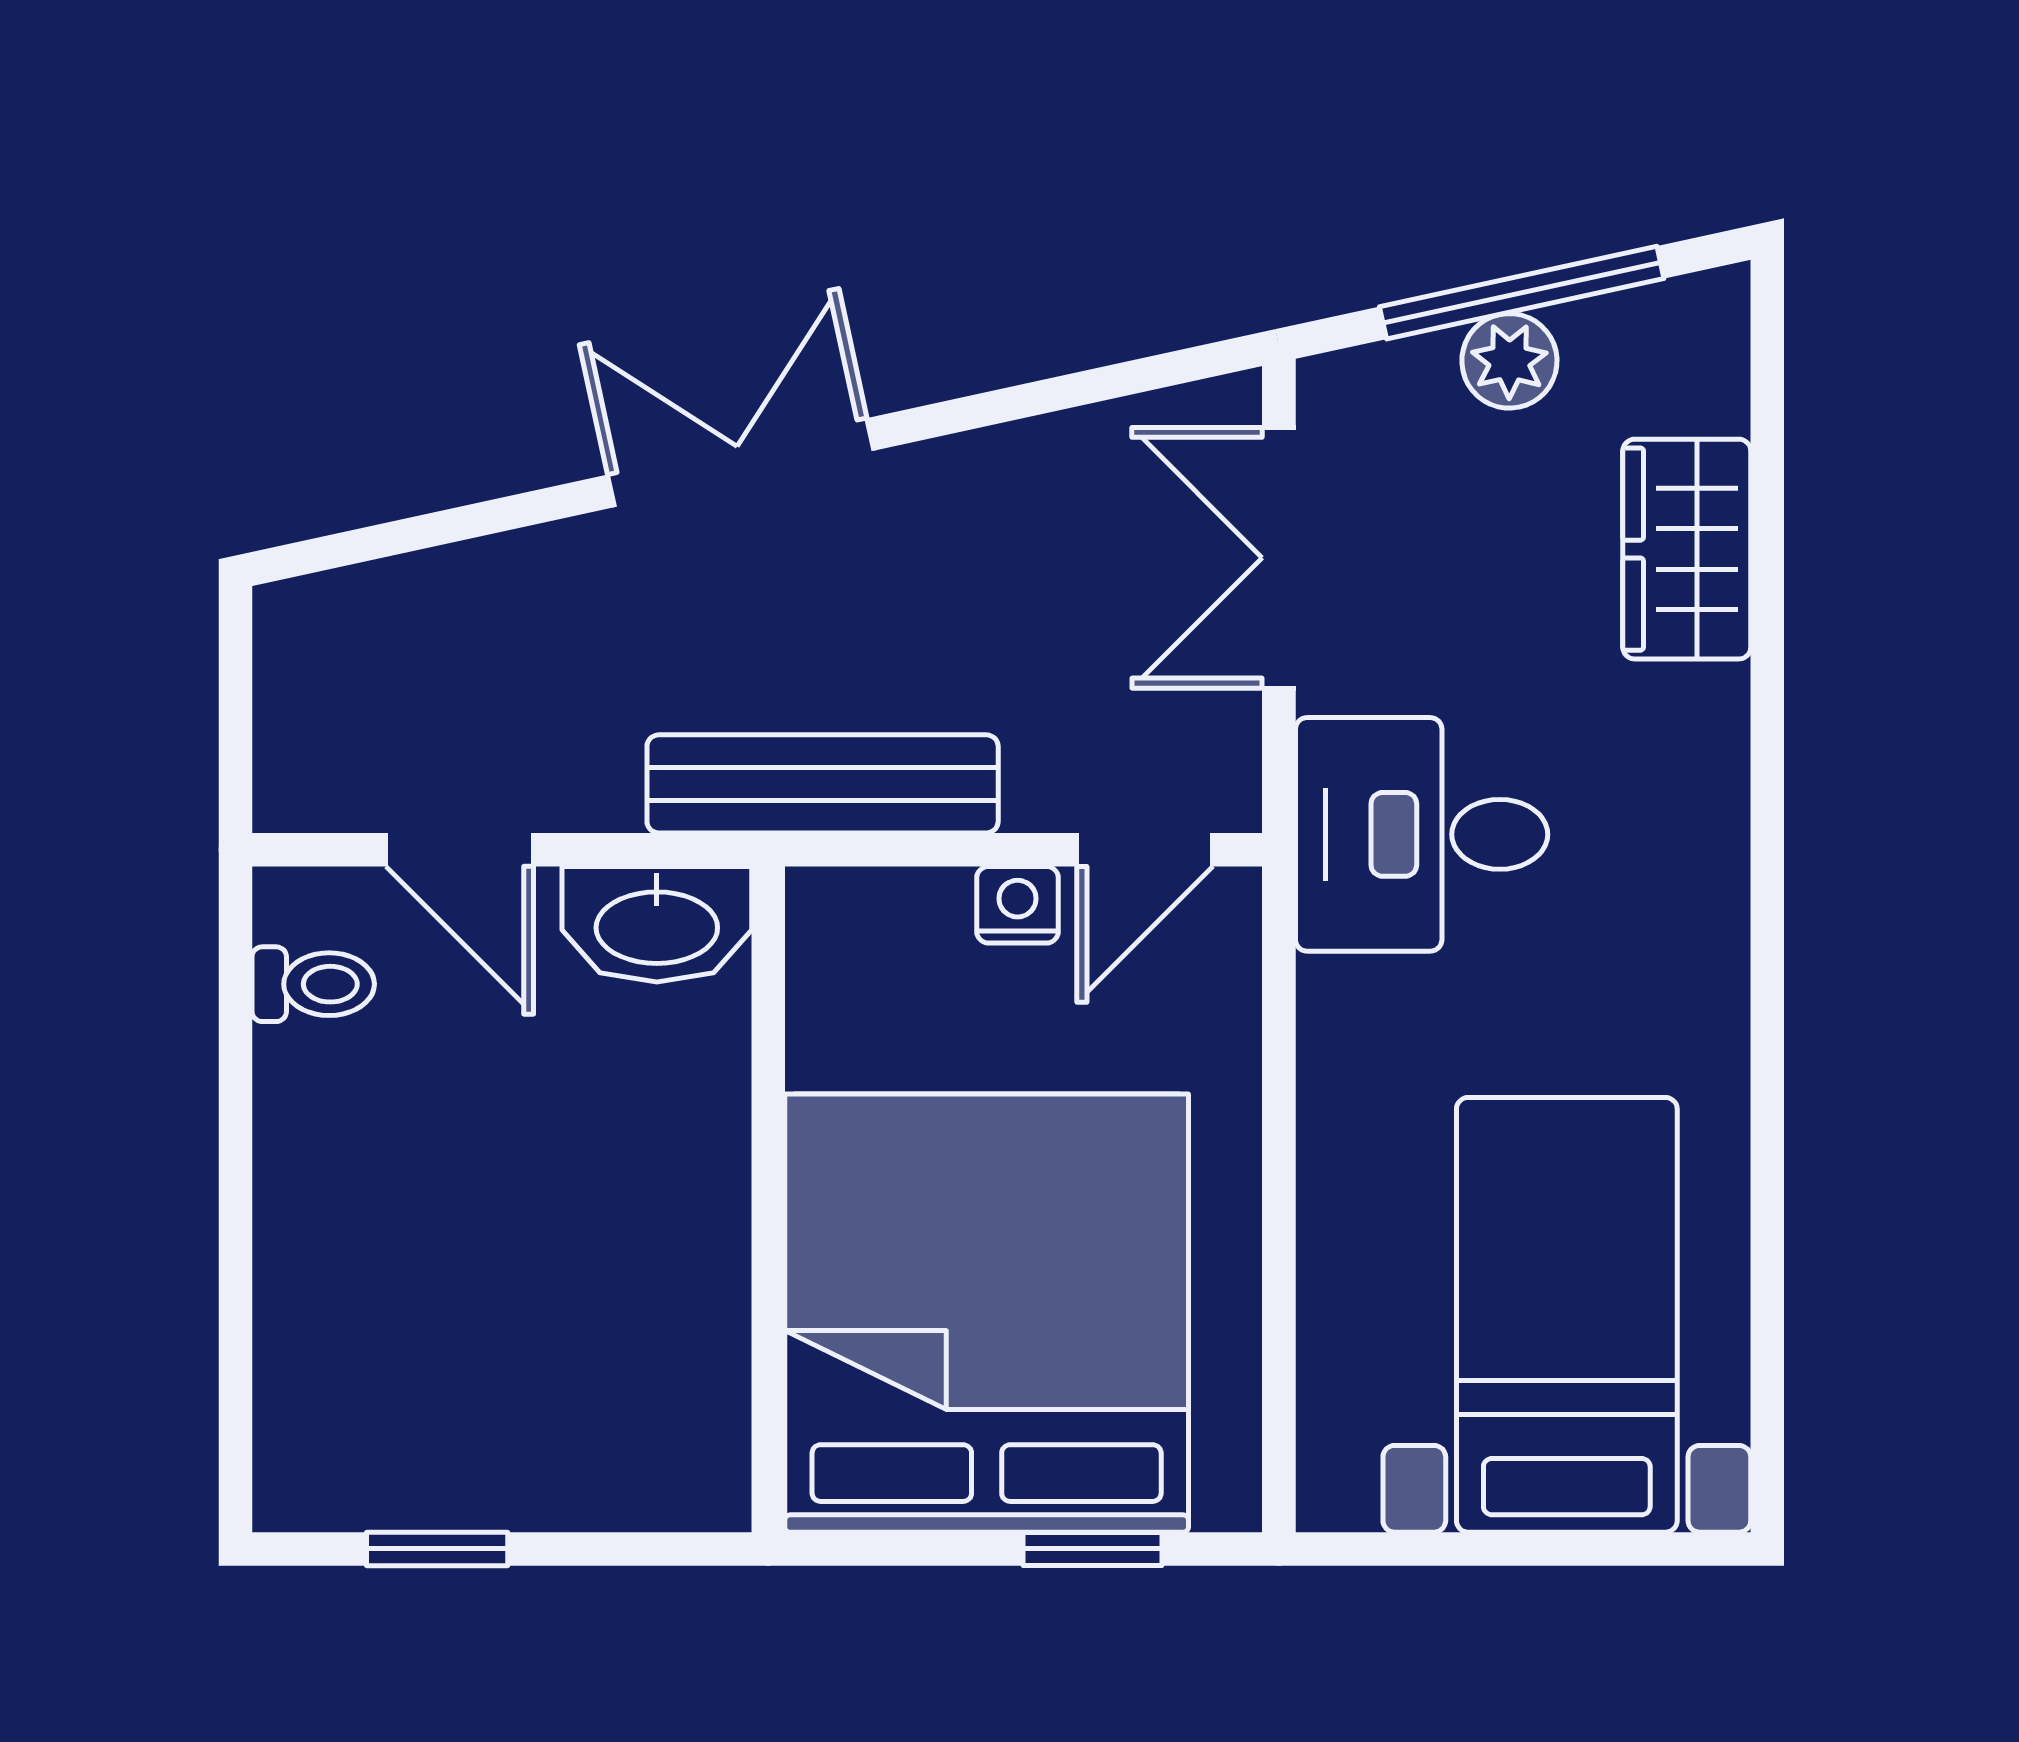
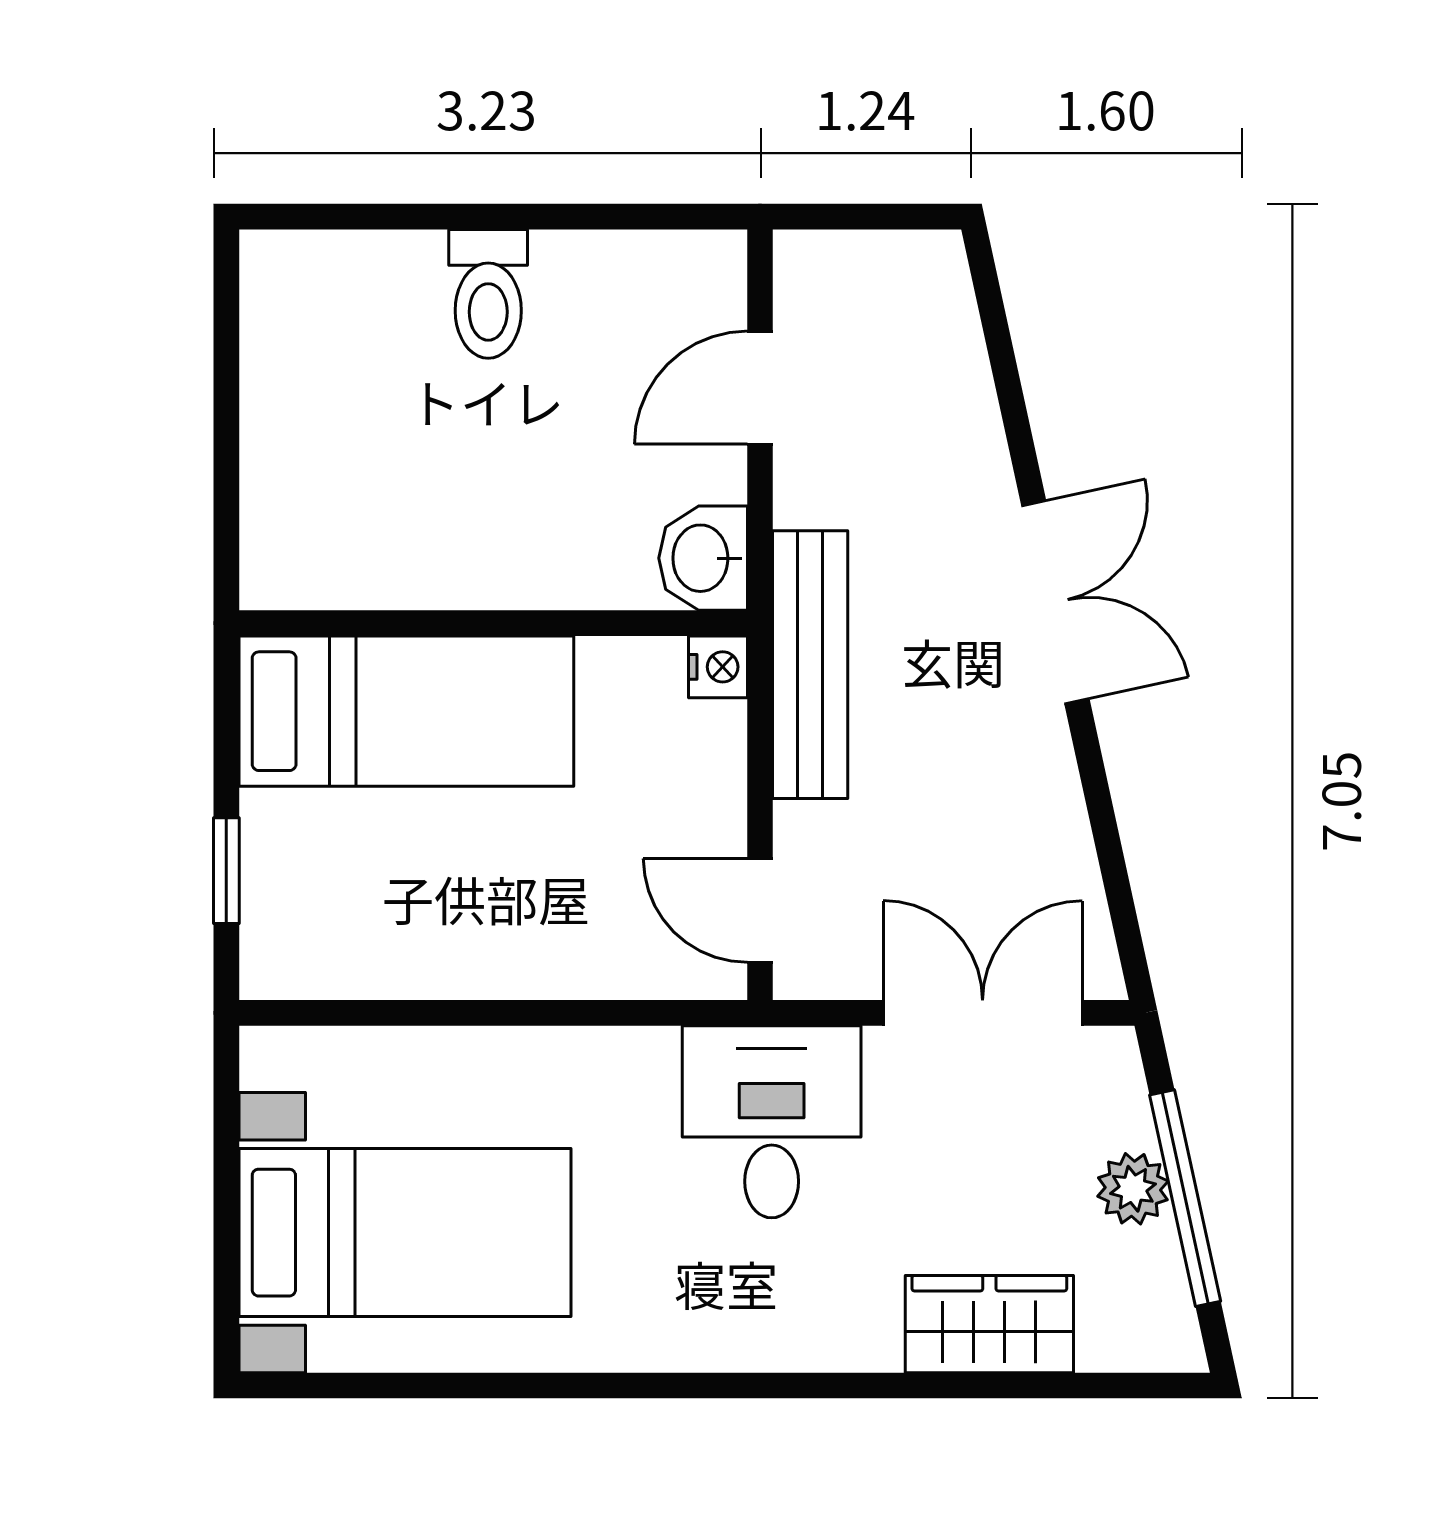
nightstand: (1018, 905) -> (718, 667), moved
washbasin: (657, 924) -> (703, 558), width x0.72
toilet: (313, 984) -> (488, 294), moved, width x1.37, depth x1.39
bed: (987, 1313) -> (406, 711), width x0.49
window: (437, 1549) -> (226, 370), removed

